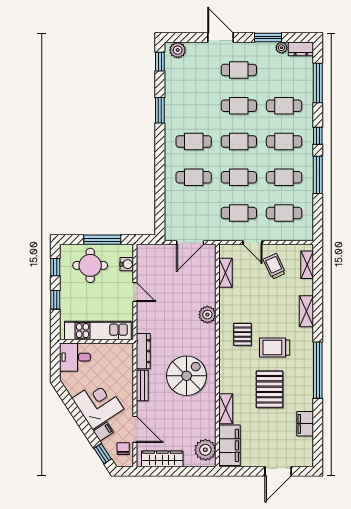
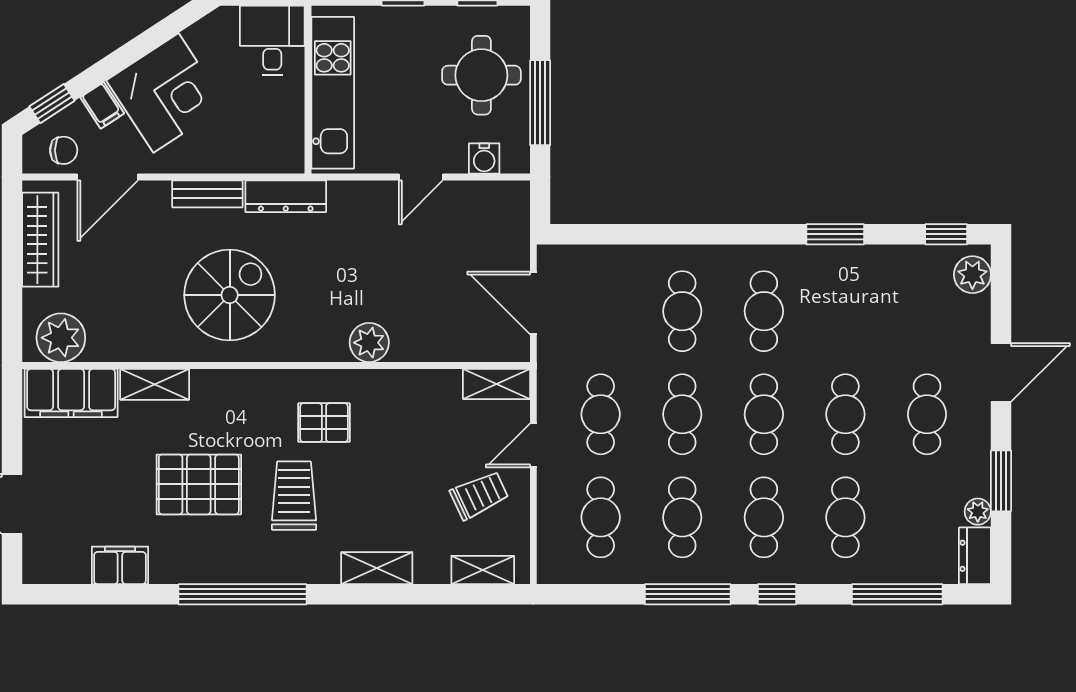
shelving: (226, 273) -> (496, 384), moved
spiral stairs: (187, 376) -> (230, 295), turned -90

